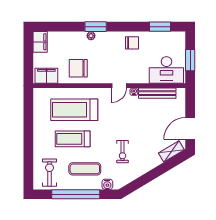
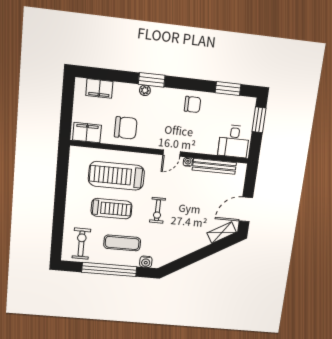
filing cabinet: (40, 42) -> (99, 88), moved, turned 90
window: (190, 60) -> (259, 120), moved
chair: (78, 68) -> (126, 128), turned 180
desk: (166, 70) -> (234, 141), width x0.73
treadmill: (73, 139) -> (111, 209), turned 180
exercise bike: (123, 152) -> (158, 210), moved

